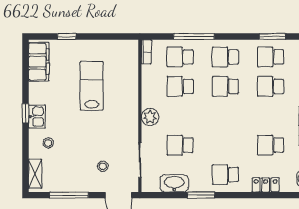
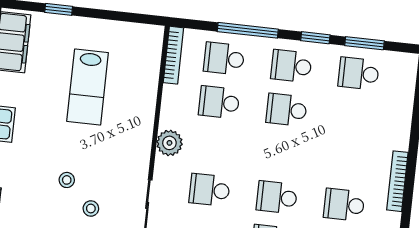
window: (239, 36) -> (315, 38), added
bookcase: (146, 52) -> (173, 55), width x1.56
lab bench: (92, 86) -> (88, 87), turned 180
school desk: (271, 86) -> (277, 197), moved
stool: (48, 143) -> (67, 180), moved

